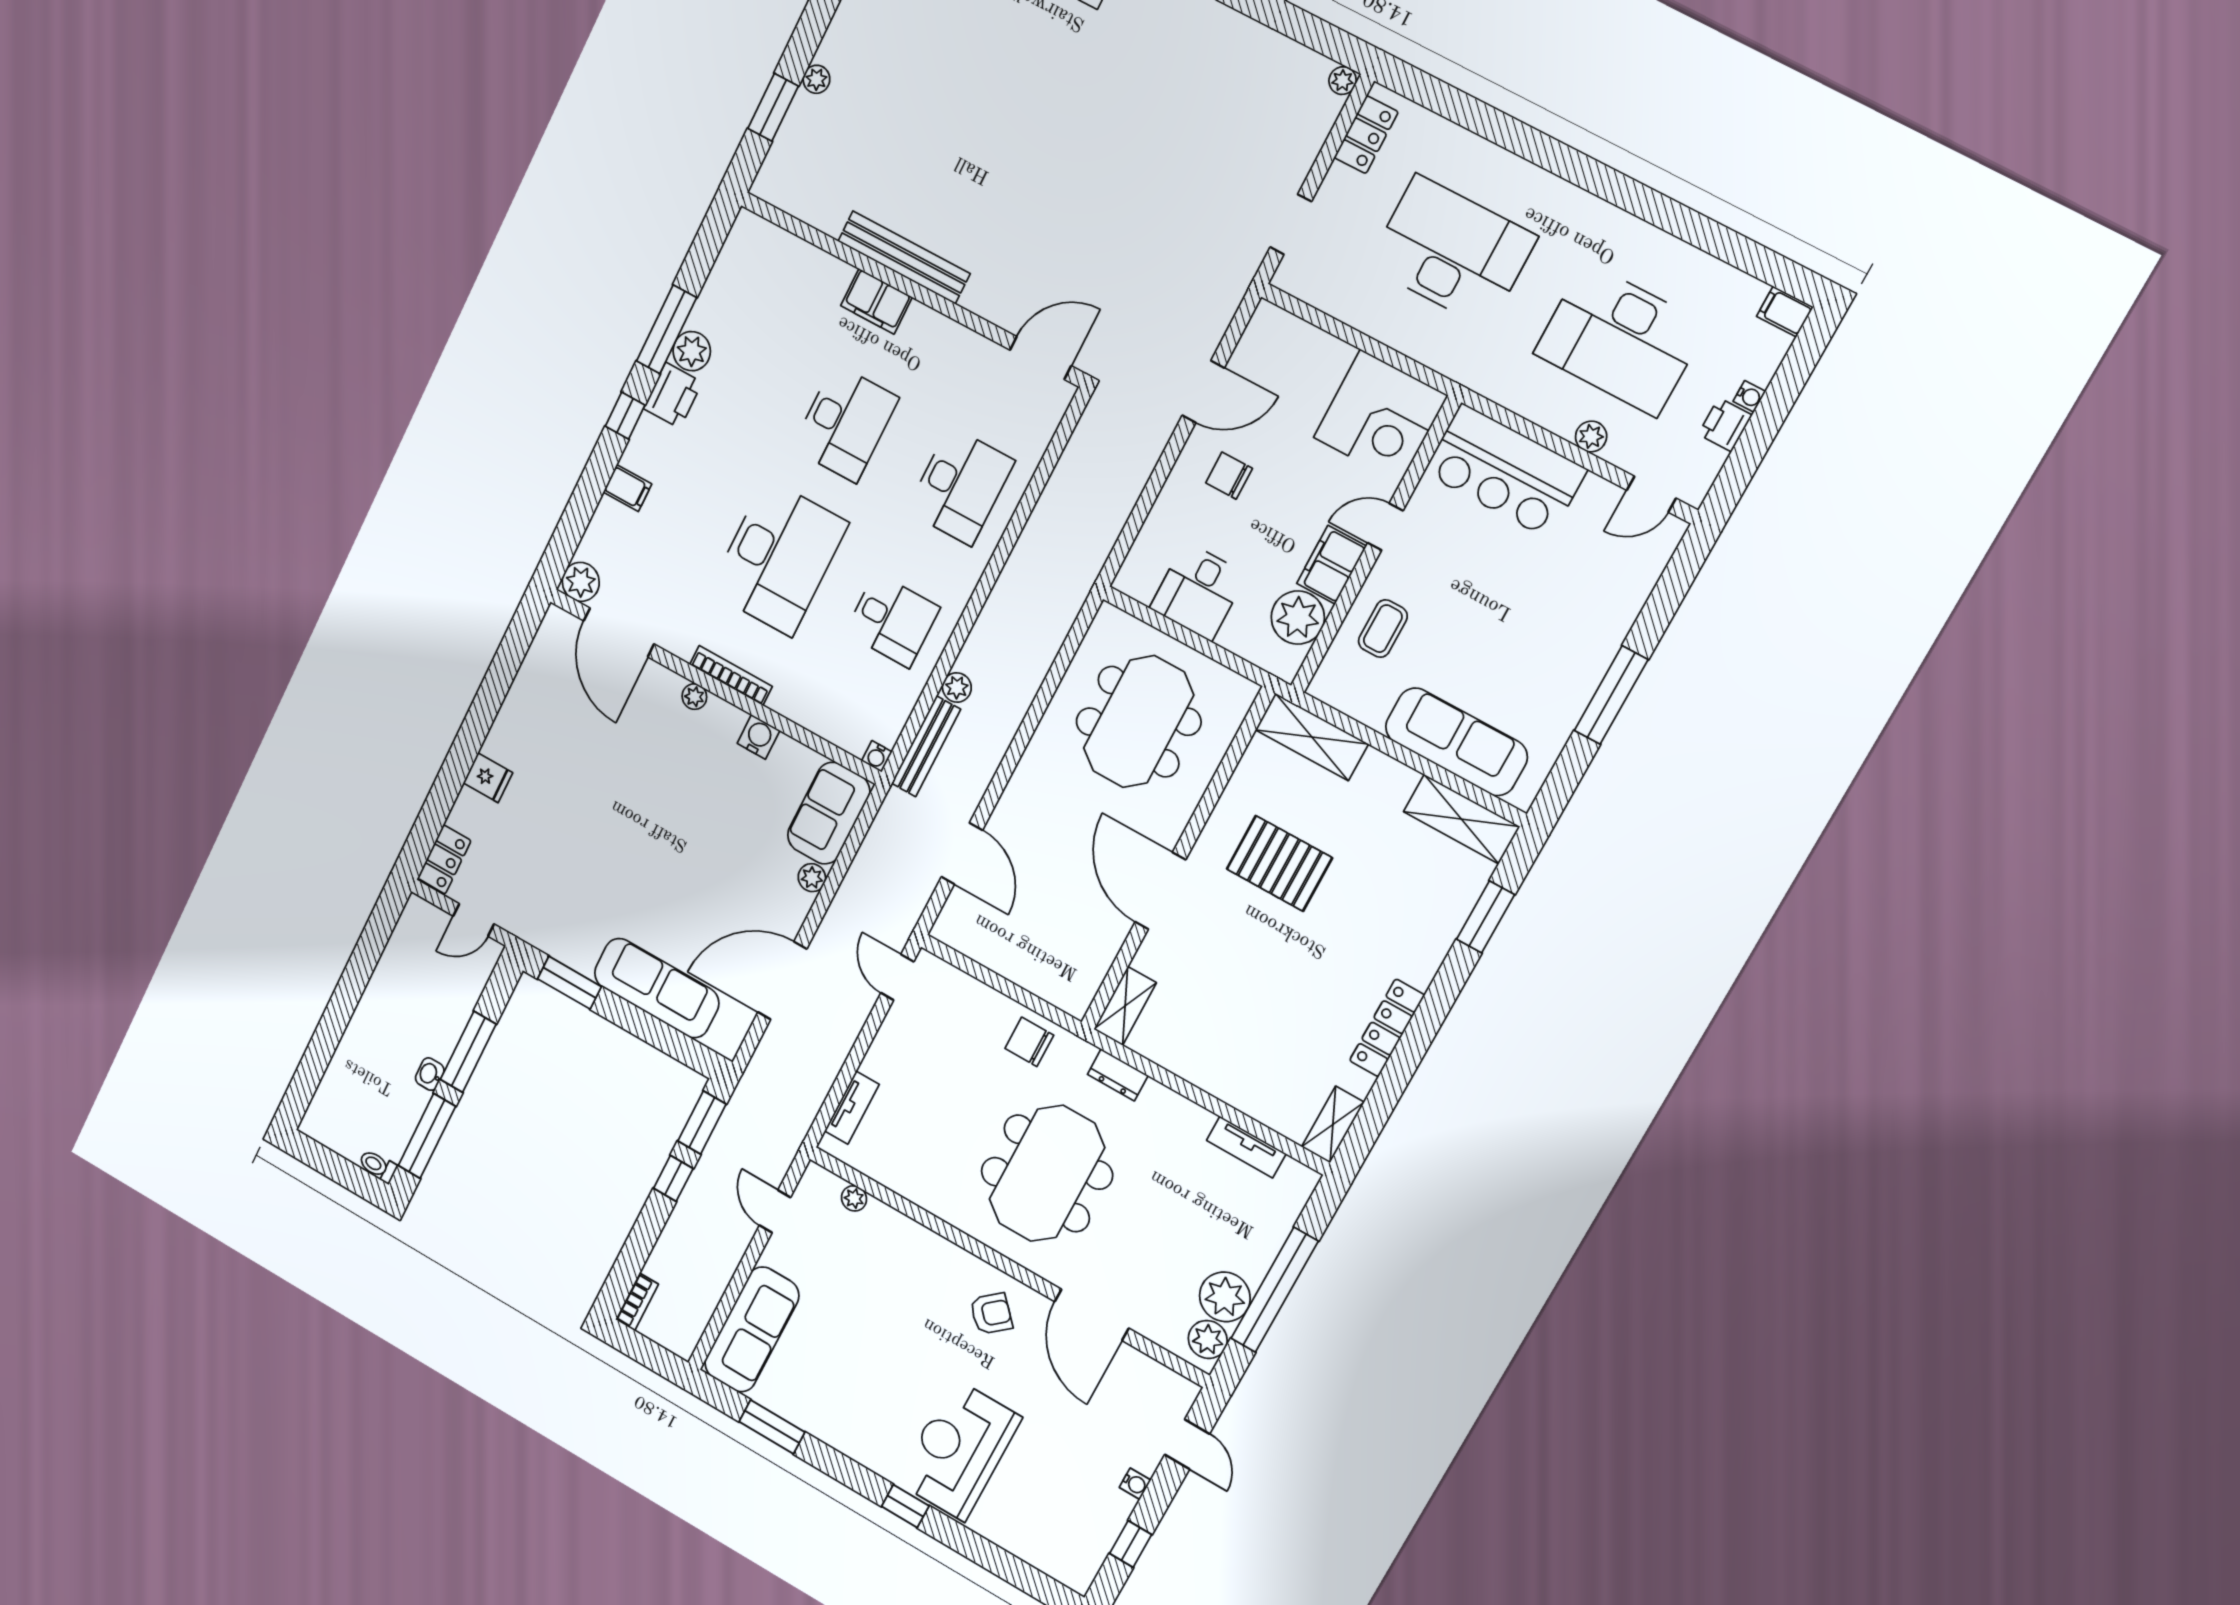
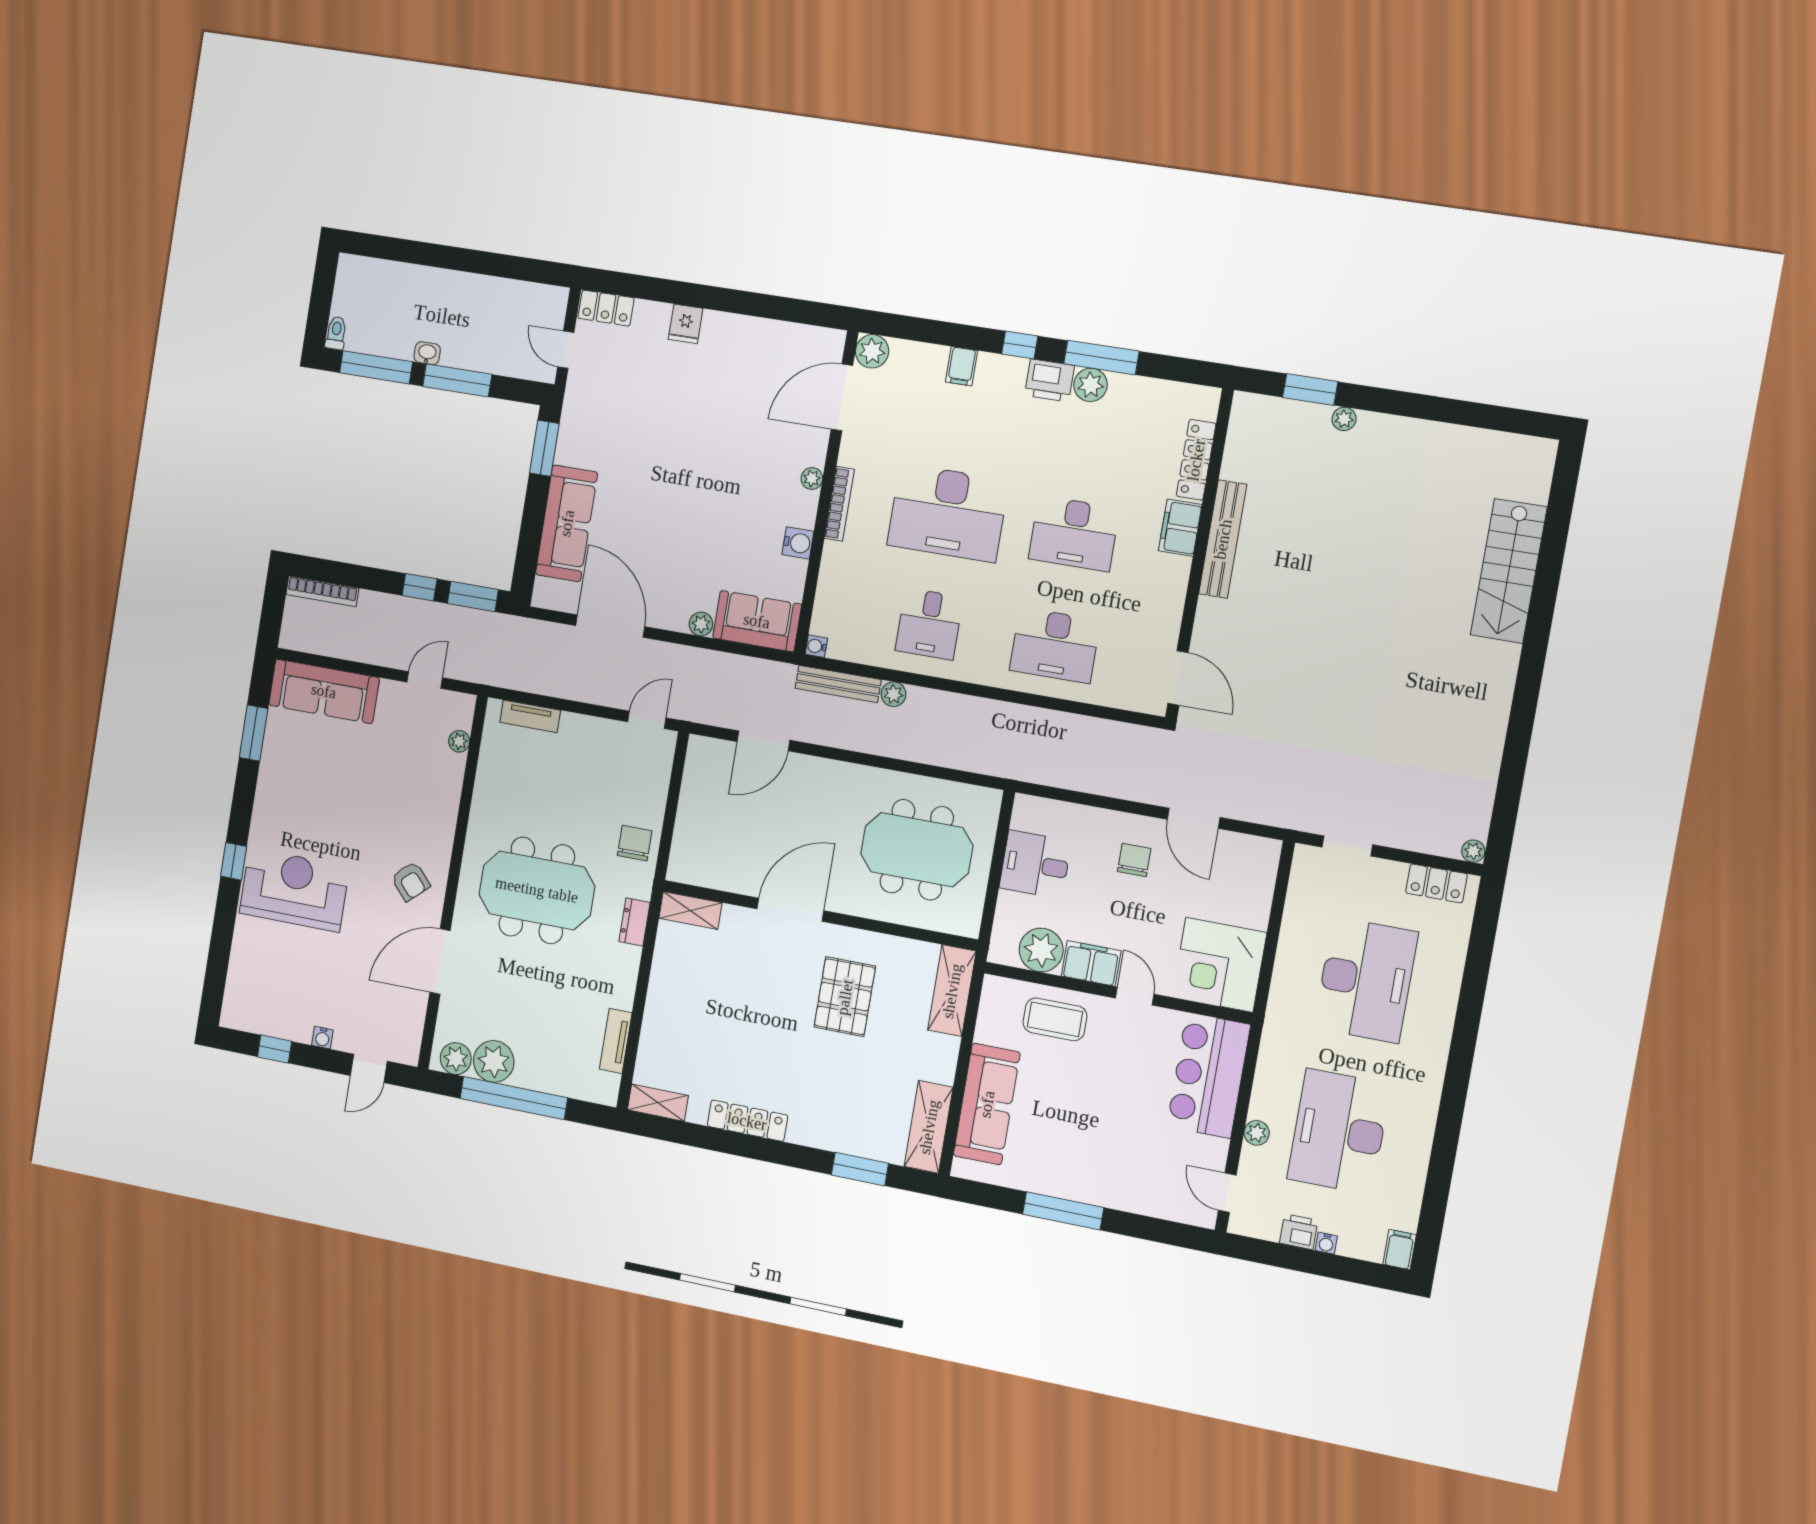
locker: (809, 259) -> (1196, 460), added
coffee table: (1383, 629) -> (1055, 1019), width x1.36, depth x1.30
bookcase: (637, 1302) -> (322, 591), width x1.56

